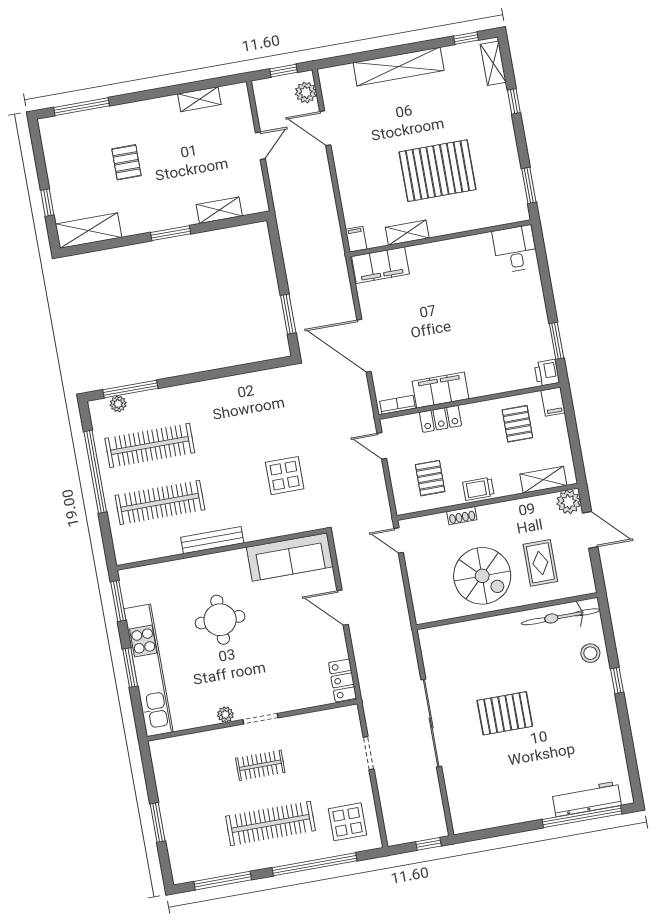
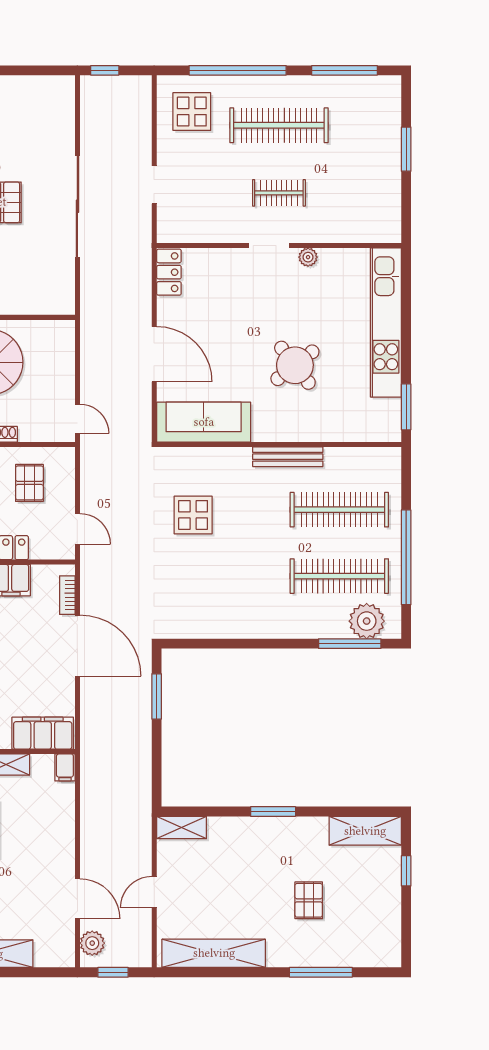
shelving: (199, 99) -> (214, 953), width x2.20, depth x1.33
window: (82, 107) -> (321, 972), moved
shelving: (219, 210) -> (182, 828), moved
plant: (118, 404) -> (367, 621), width x1.87, depth x1.87
bookcase: (397, 405) -> (67, 595), moved, turned 90
door: (343, 608) -> (154, 354), width x1.36
round table: (220, 620) -> (295, 365), turned -38
window: (130, 668) -> (406, 329), removed

